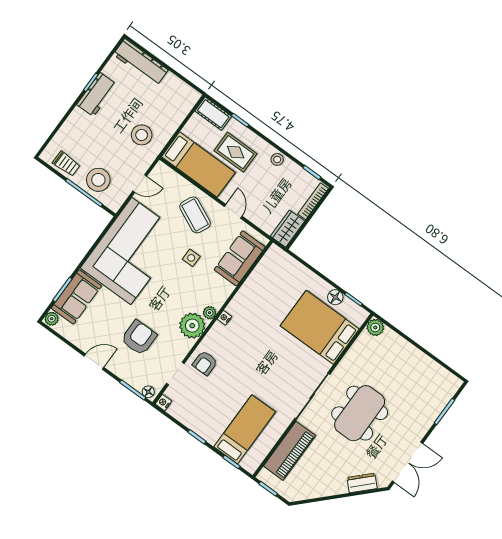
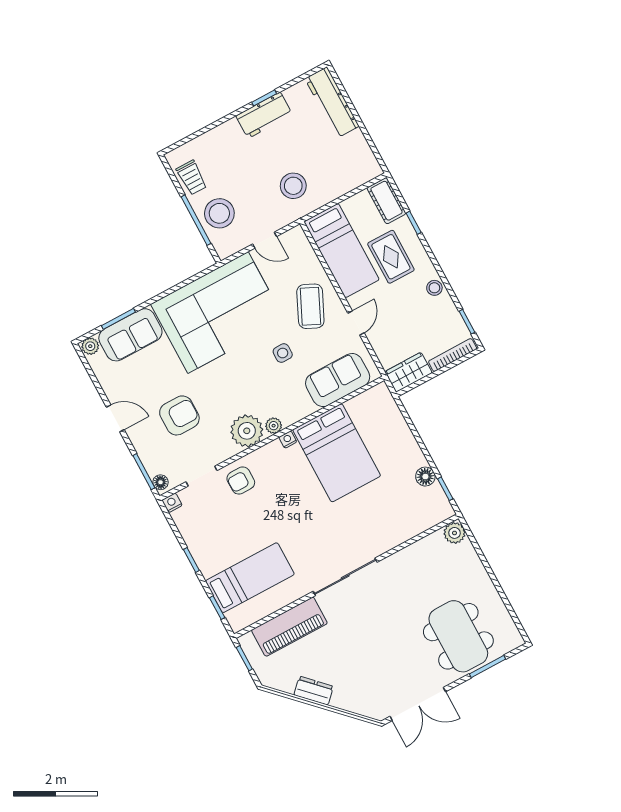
bed: (320, 327) -> (337, 453), moved, turned 180
dining table: (360, 413) -> (458, 636), moved, turned 90
dresser: (362, 483) -> (314, 691), moved

